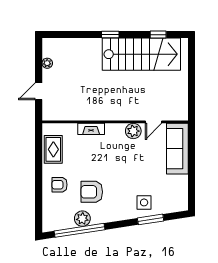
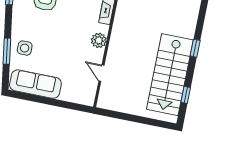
plant: (133, 131) -> (99, 40), moved
sofa: (177, 149) -> (35, 84), moved

